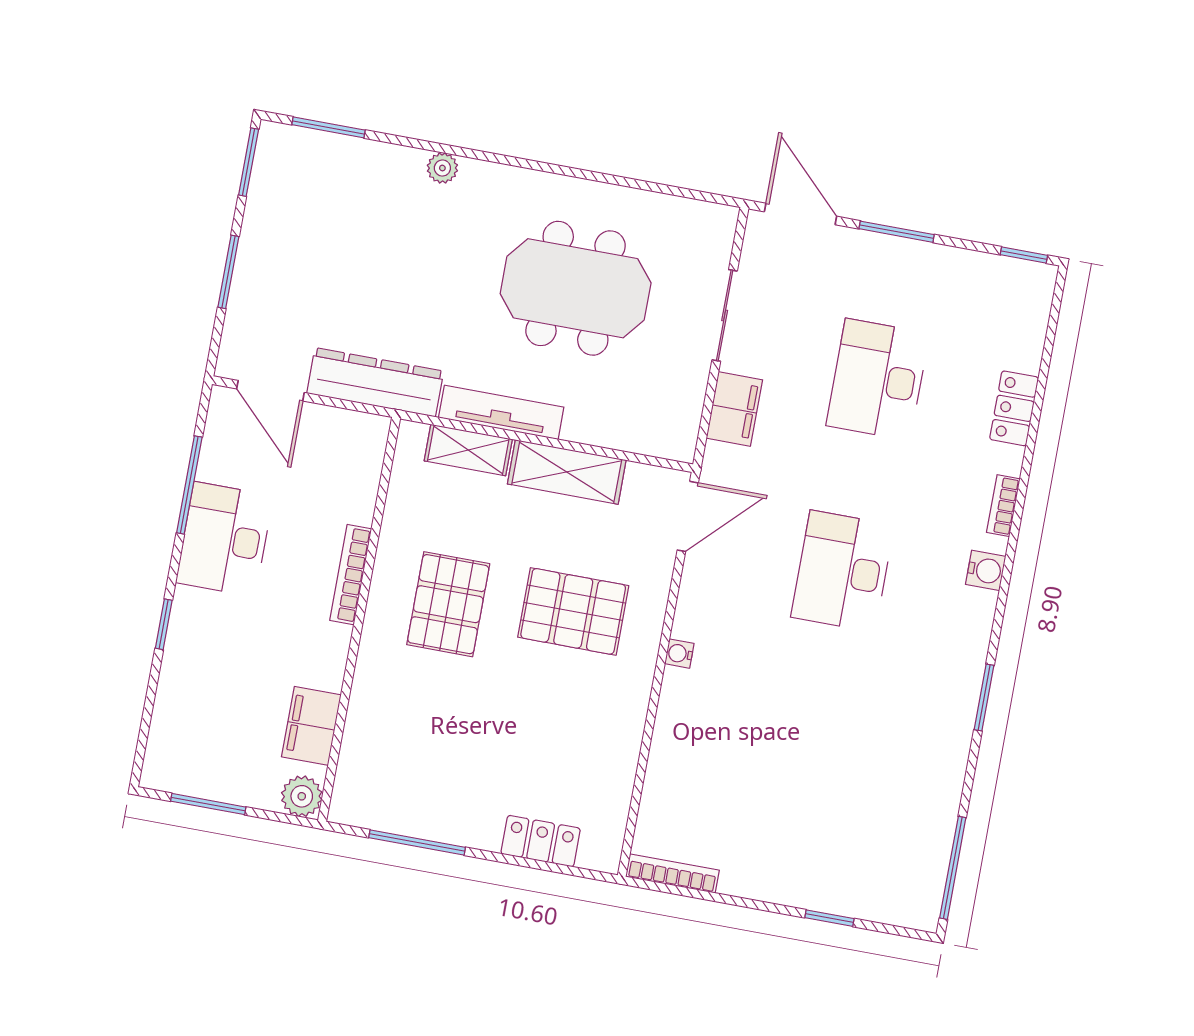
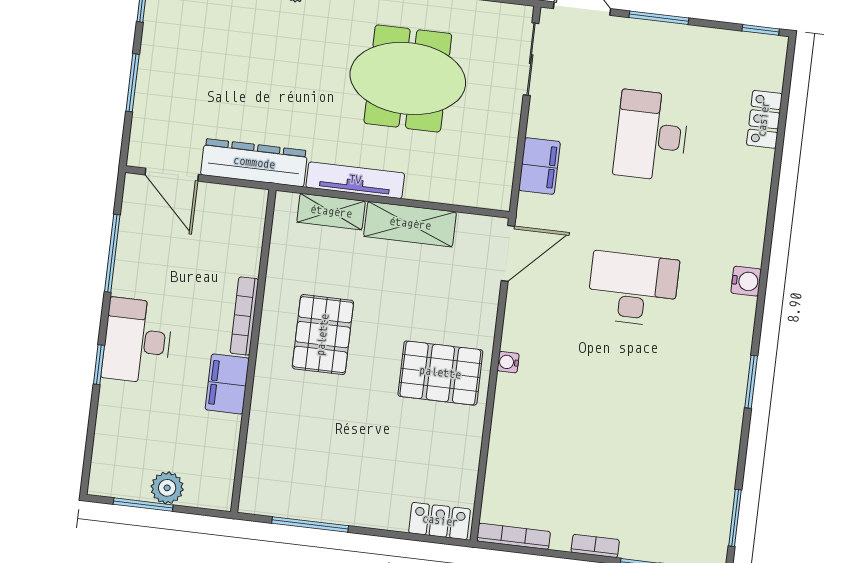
sliding door: (725, 315) -> (531, 59), moved
locker: (1014, 408) -> (764, 119), moved
bookcase: (1003, 506) -> (595, 546), moved, turned 90
desk: (225, 539) -> (137, 341), moved
desk: (842, 571) -> (633, 289), turned 90
pallet: (573, 611) -> (440, 373), moved
filing cabinet: (311, 726) -> (227, 384), moved
plant: (302, 796) -> (167, 488), moved
locker: (541, 841) -> (440, 521), moved
window: (953, 868) -> (735, 518), width x0.69

